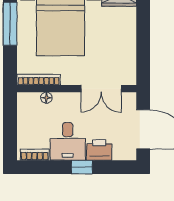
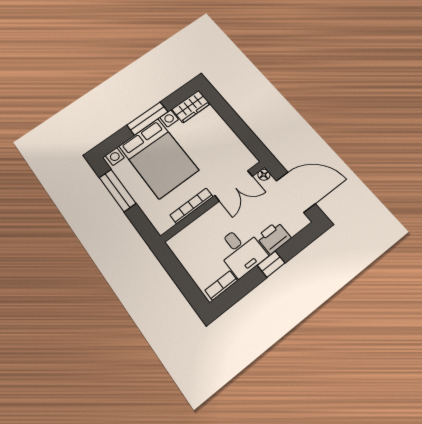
bookcase: (39, 80) -> (192, 206), moved
floor lamp: (46, 98) -> (264, 175), moved

